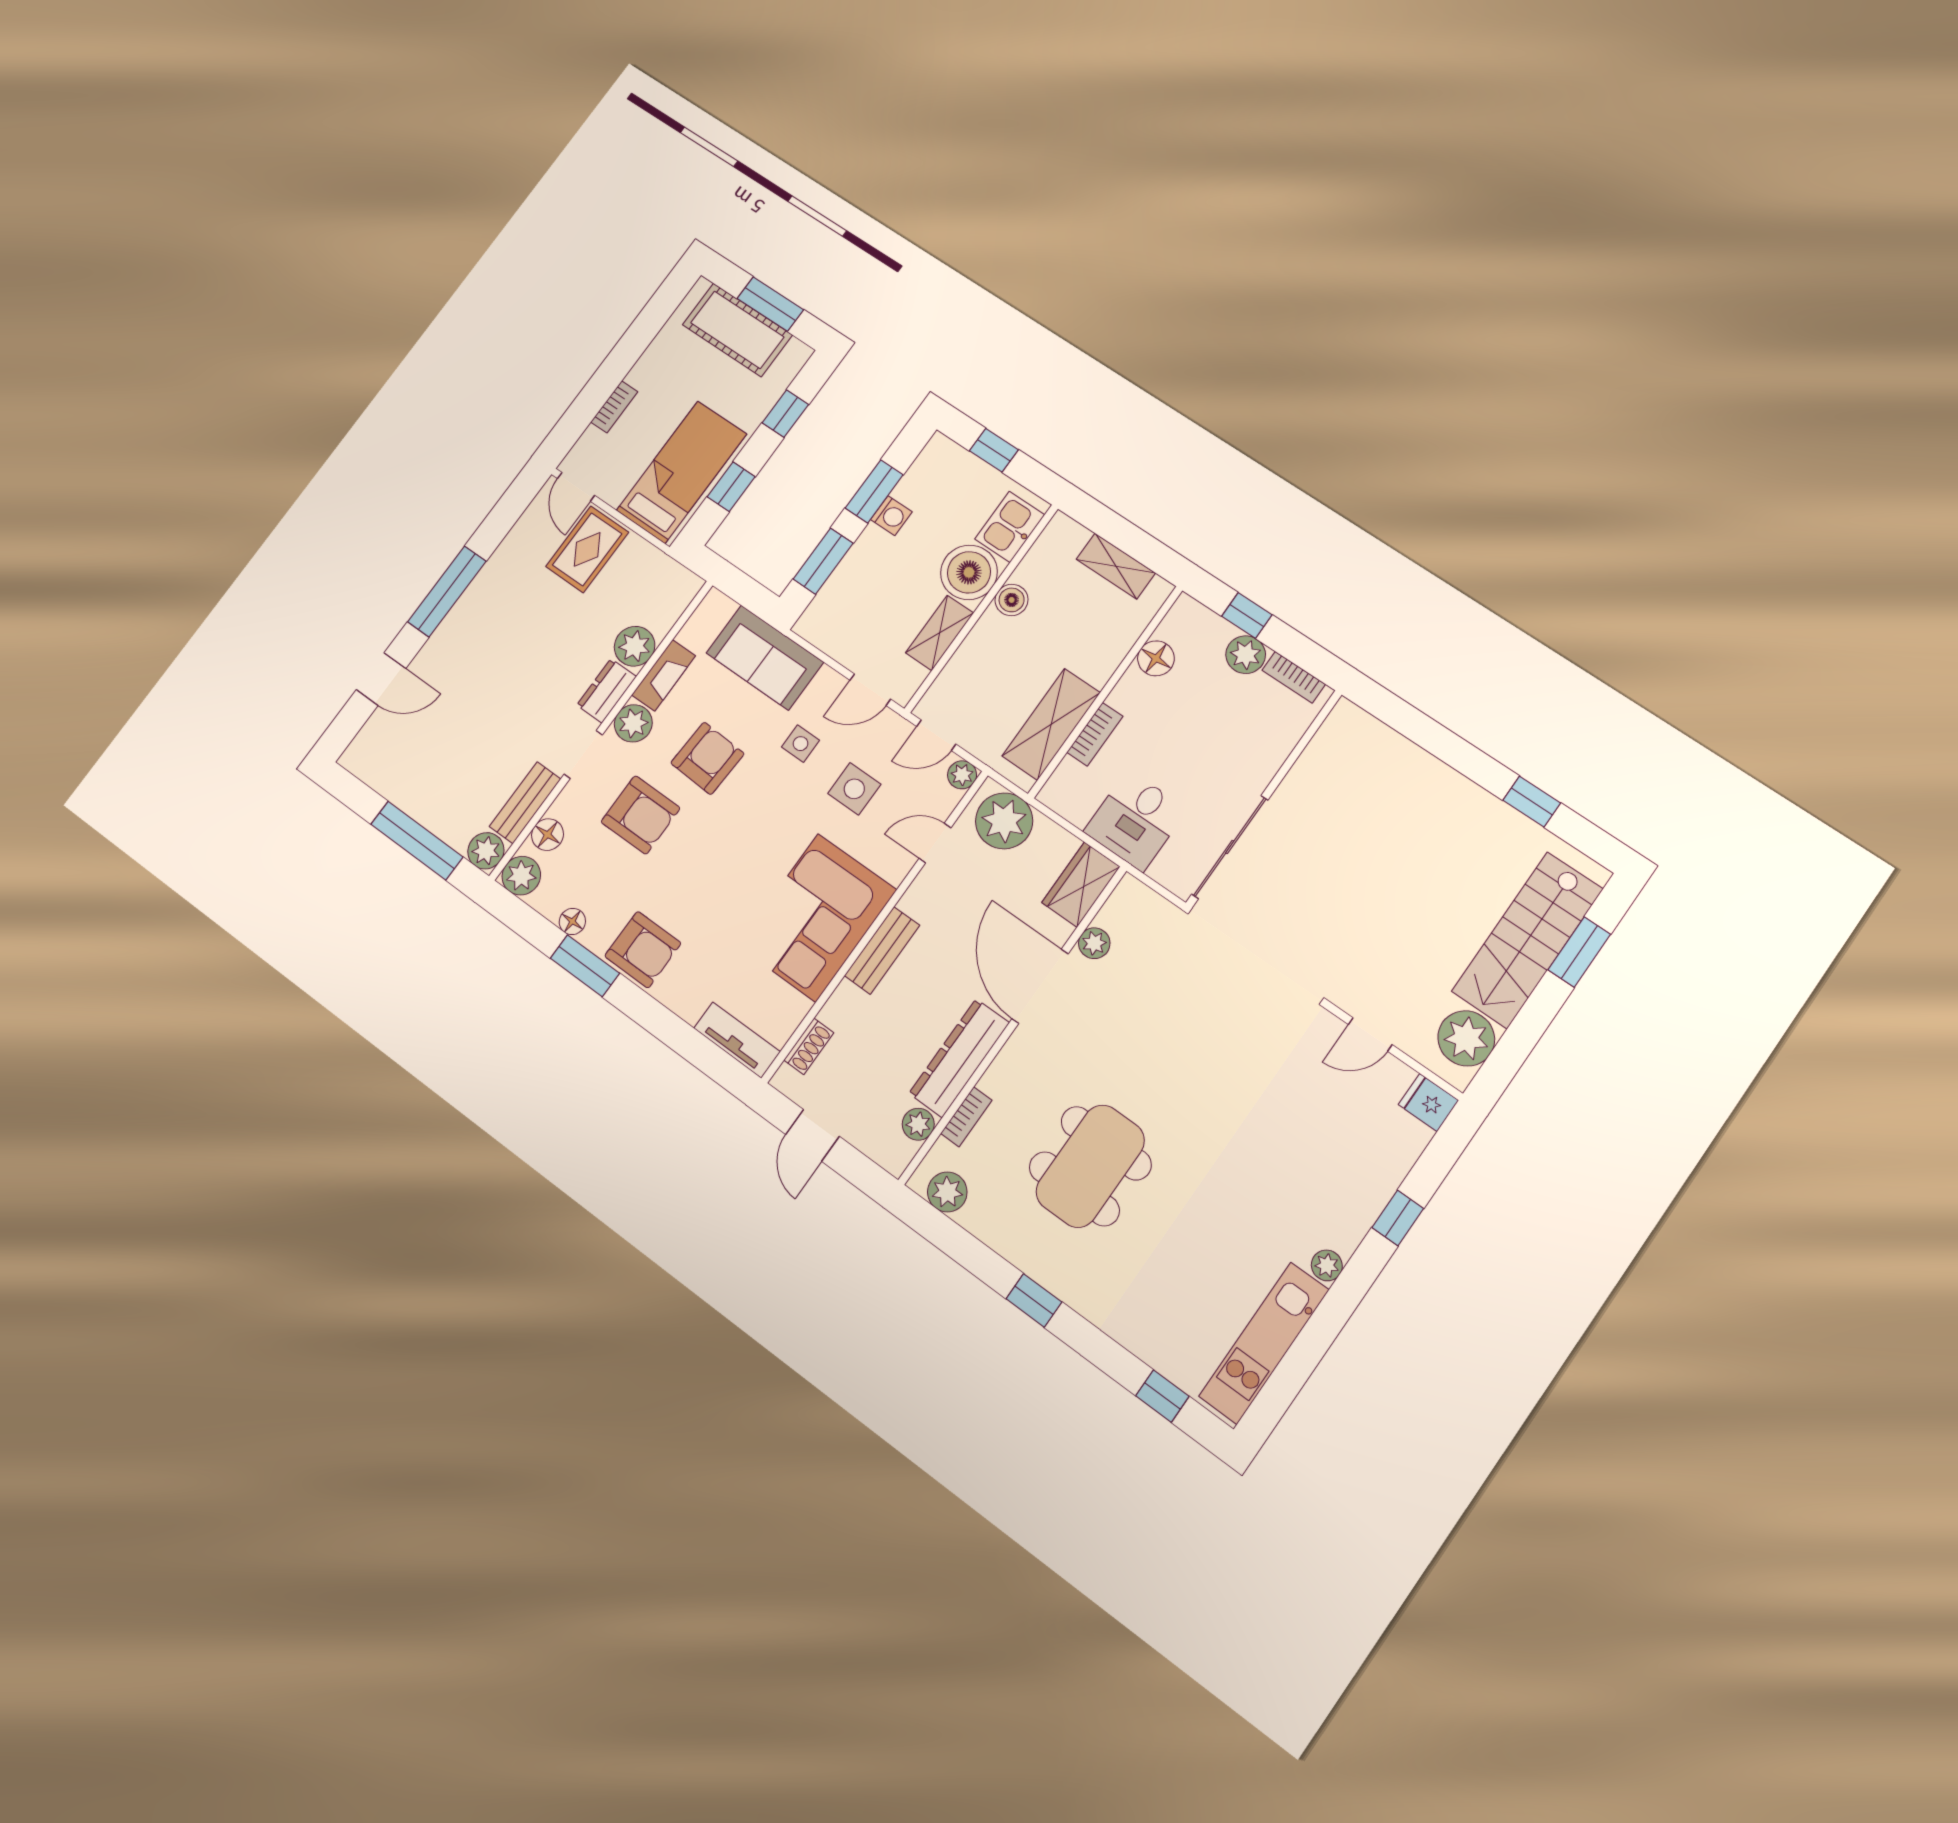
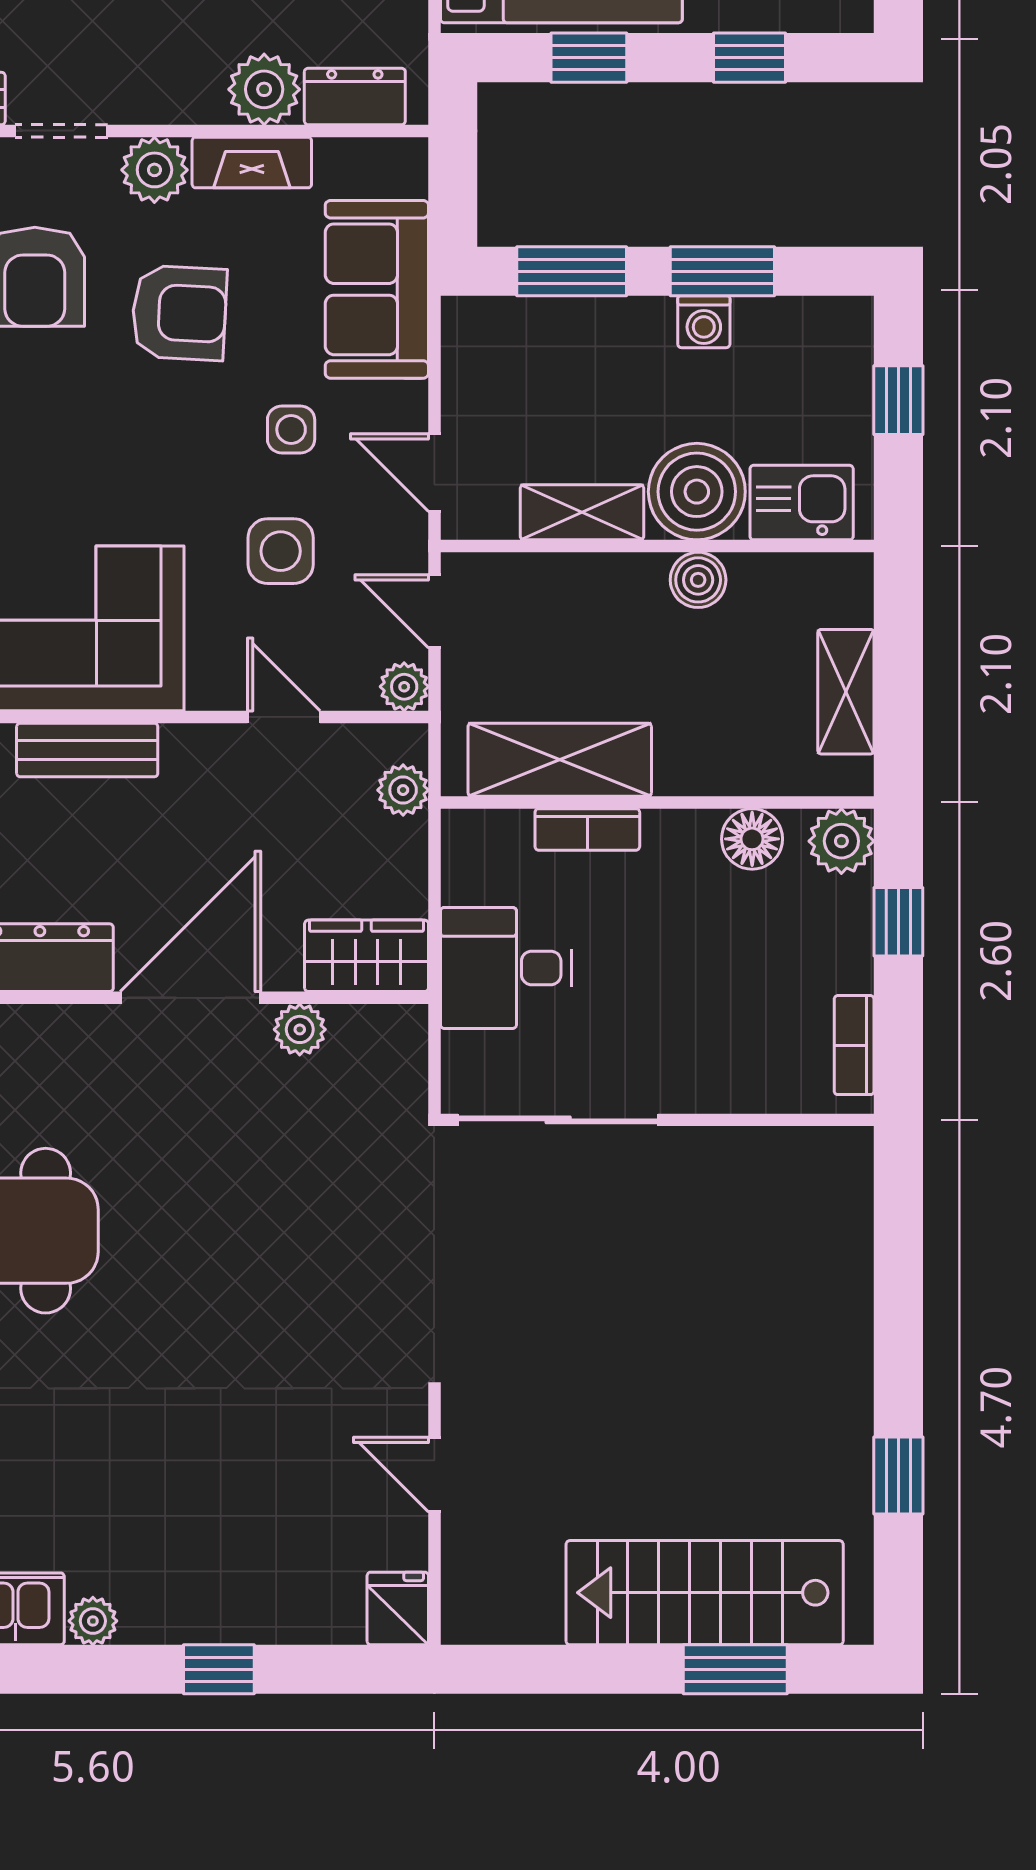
plant: (1246, 655) -> (841, 841), moved
dresser: (607, 691) -> (355, 96), moved
plant: (1004, 821) -> (403, 790), width x0.53, depth x0.53
plant: (1466, 1038) -> (517, 1601), removed

